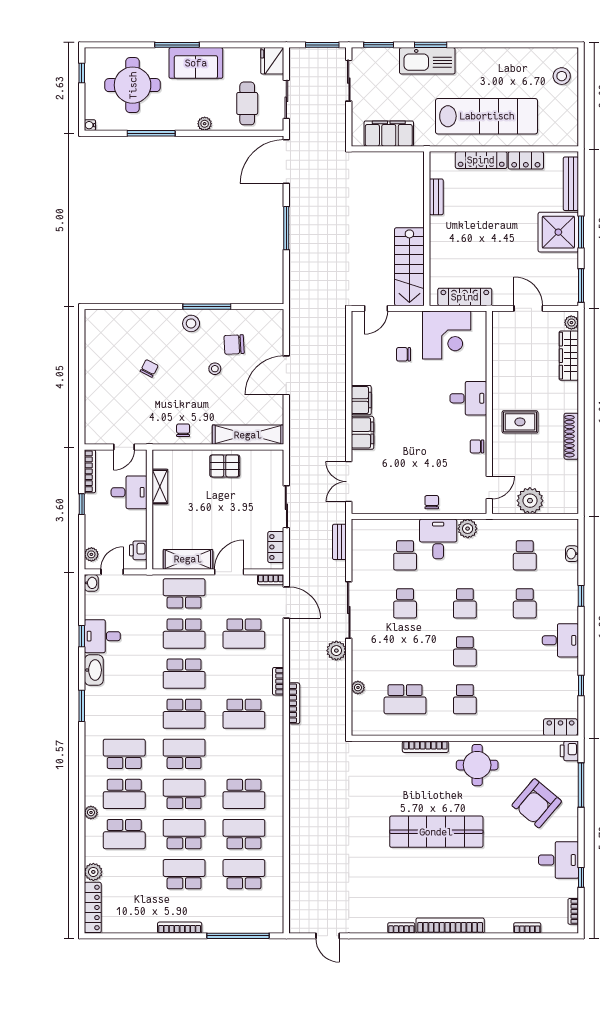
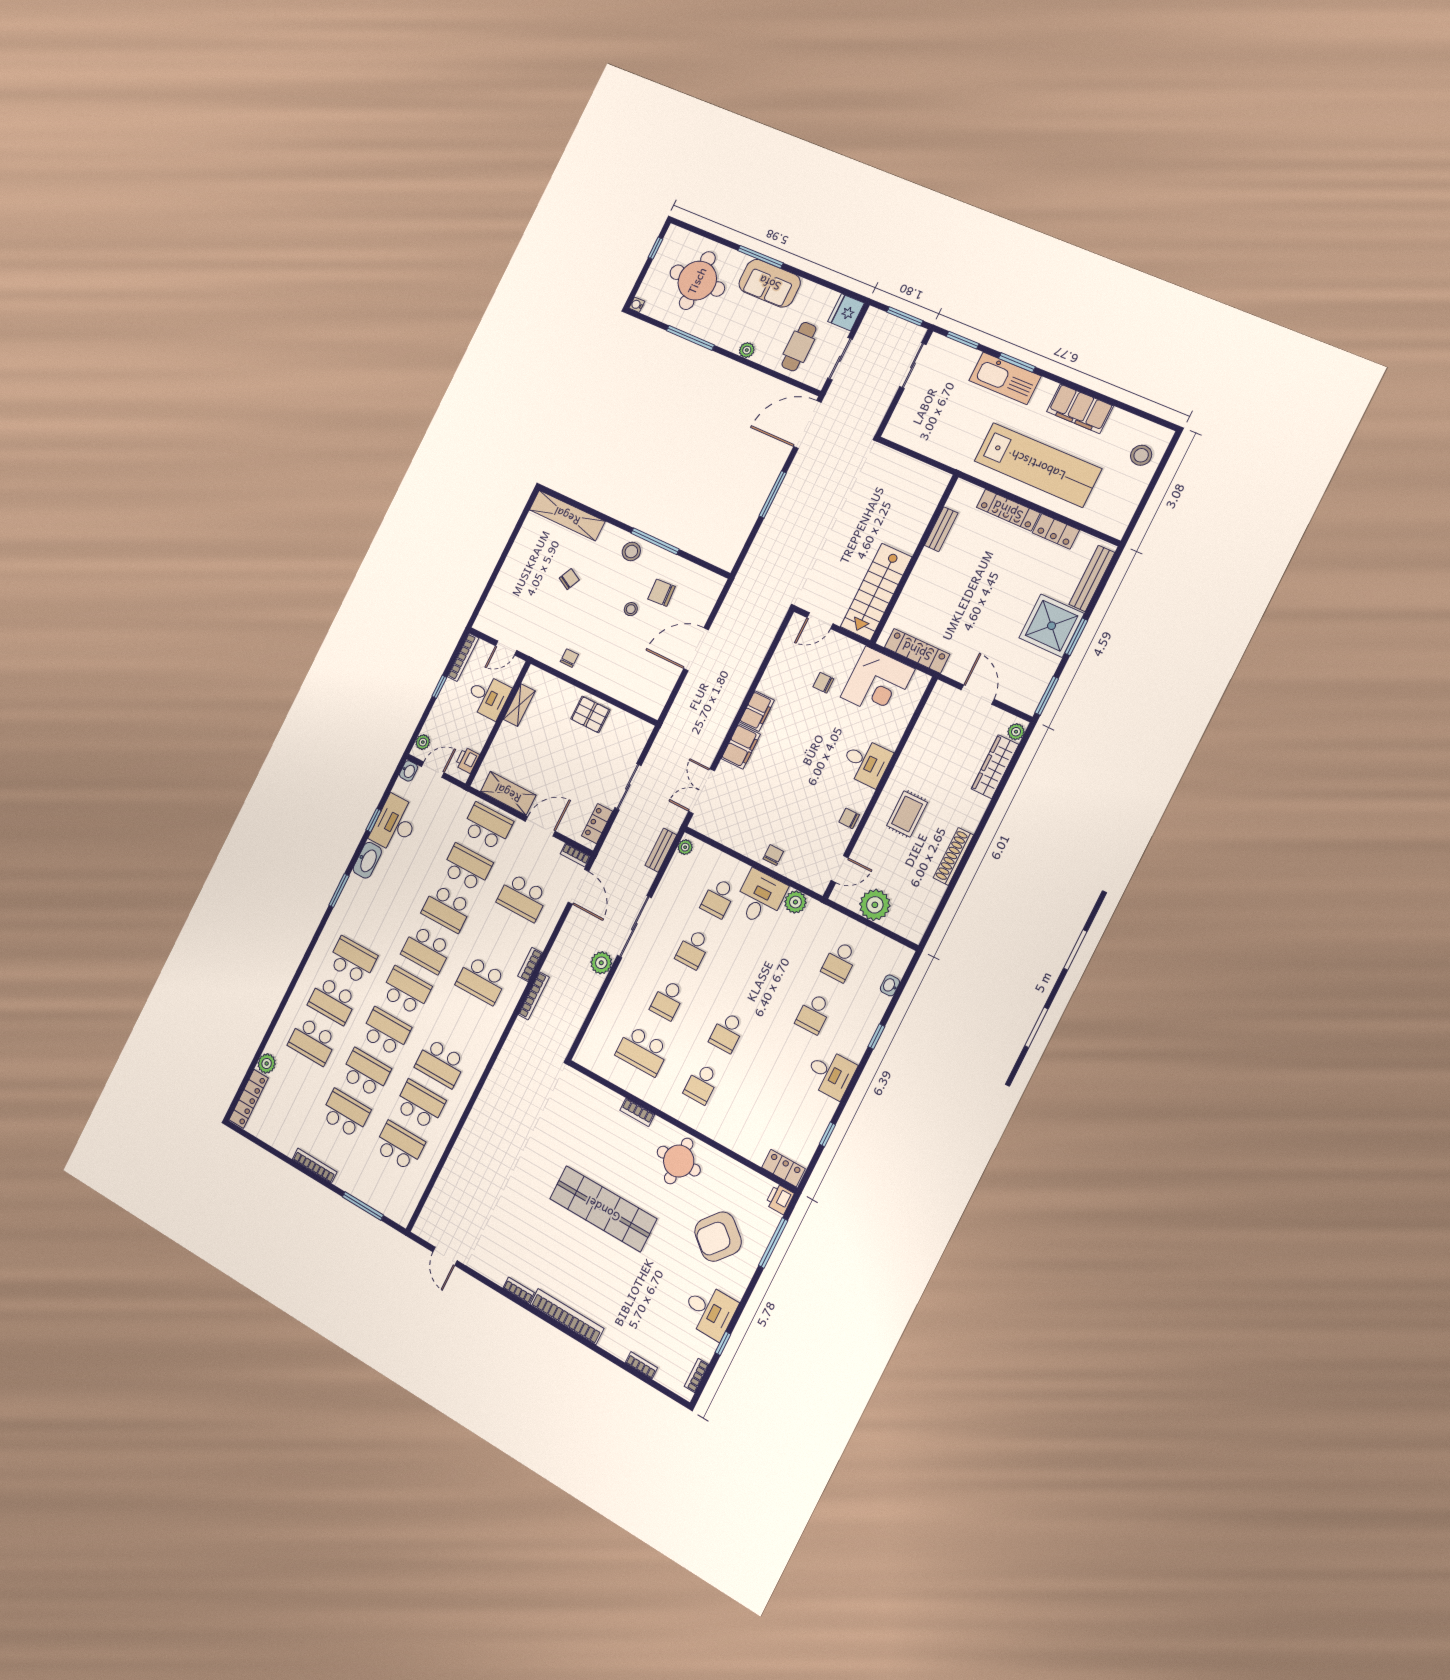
filing cabinet: (389, 134) -> (1080, 409), moved, turned 180
rug: (520, 422) -> (907, 814), turned 90
shelving: (248, 435) -> (567, 516), moved
school desk: (465, 603) -> (668, 1000), moved
school desk: (184, 634) -> (467, 868), turned 180
desk: (102, 636) -> (395, 824), width x1.37
plant: (358, 688) -> (685, 847), moved
bookcase: (425, 747) -> (637, 1112), width x0.64
plant: (91, 812) -> (294, 1002), removed
window: (238, 936) -> (363, 1206), width x0.68

